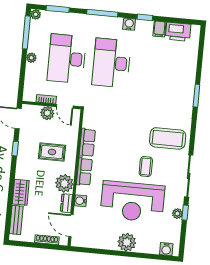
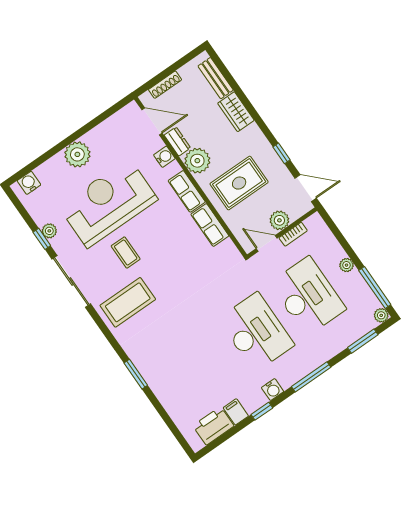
rug: (52, 152) -> (239, 183), width x1.36, depth x1.43

